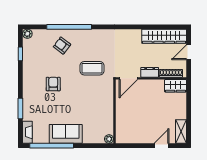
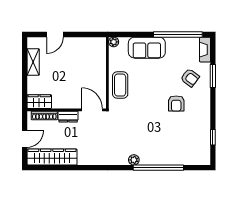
plant: (27, 34) -> (134, 160), moved
armchair: (62, 46) -> (190, 78), moved
coffee table: (92, 68) -> (120, 85), moved, turned 90
door: (128, 78) -> (92, 110), hinge flipped
shelving: (181, 131) -> (33, 62), moved
sofa: (66, 134) -> (147, 48), moved

